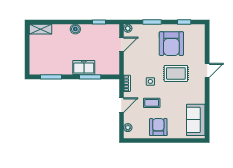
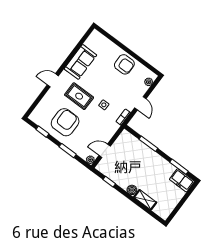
shelving: (40, 29) -> (145, 200), moved
freezer: (84, 68) -> (182, 180), moved
coffee table: (152, 103) -> (115, 87), removed
door: (121, 105) -> (140, 103), swing flipped
sofa: (196, 120) -> (80, 62), moved
armchair: (158, 127) -> (124, 64), turned -90

